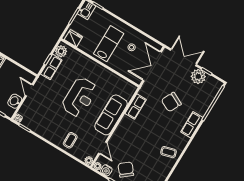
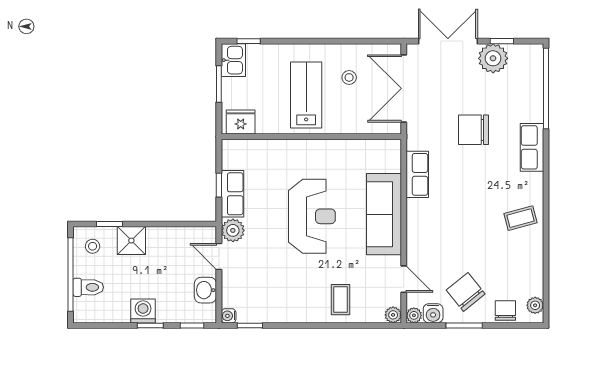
plant: (61, 51) -> (233, 230), moved
chair: (171, 102) -> (474, 130), turned 64

